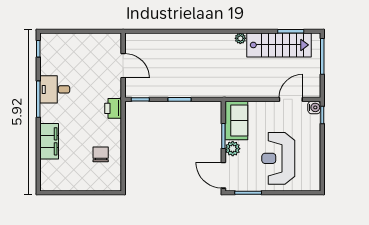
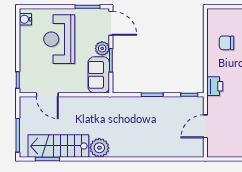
plant: (240, 38) -> (99, 148), width x1.88, depth x1.88
door: (123, 66) -> (205, 126), hinge flipped
door: (291, 99) -> (47, 95), hinge flipped
water cooler: (314, 107) -> (25, 19), moved
chair: (101, 154) -> (226, 43), turned 90
reception desk: (278, 158) -> (59, 39), turned 180

